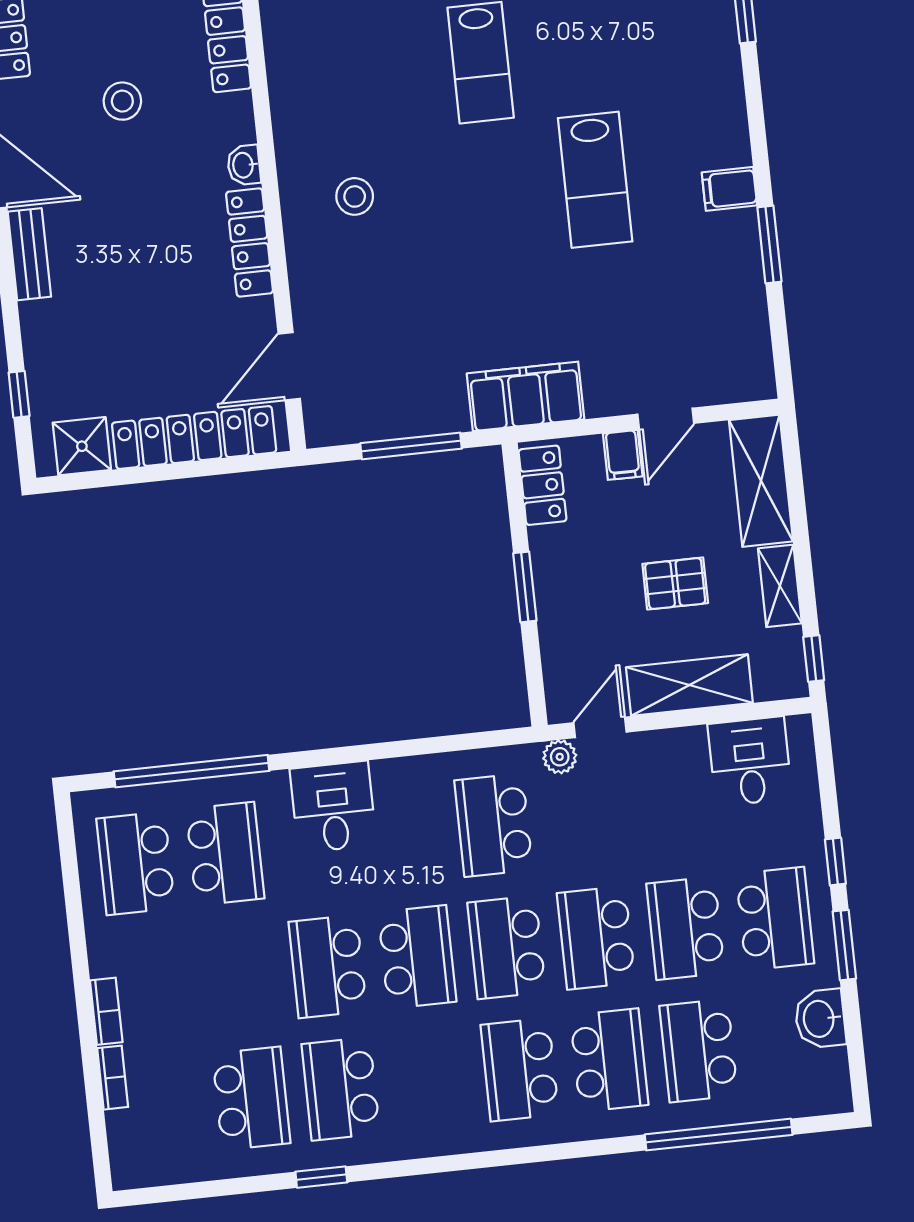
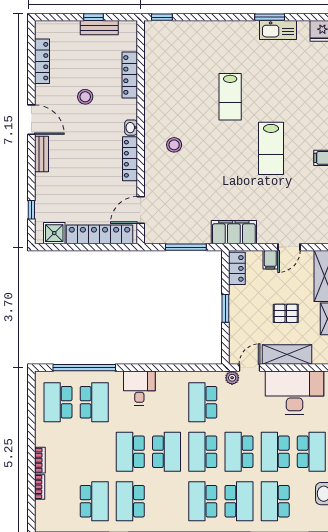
desk: (750, 761) -> (294, 393), width x1.87, depth x1.30

